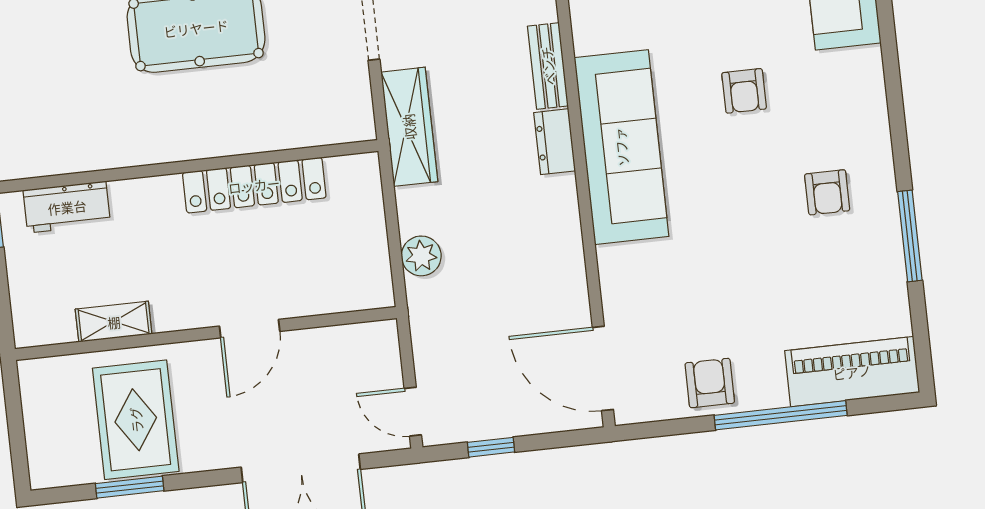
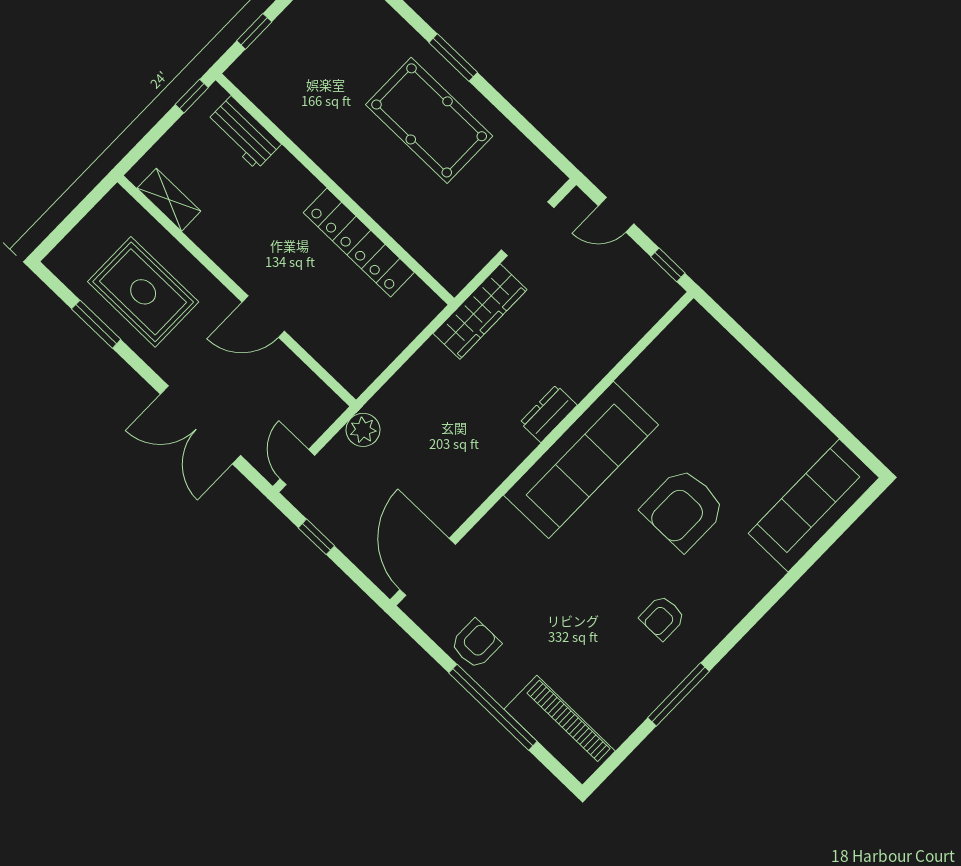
bench: (548, 66) -> (594, 369), removed
armchair: (744, 91) -> (683, 509), width x1.88, depth x1.88
plant: (421, 256) -> (363, 430), moved
shelving: (114, 322) -> (169, 200), moved
rug: (136, 420) -> (143, 292), turned 90

